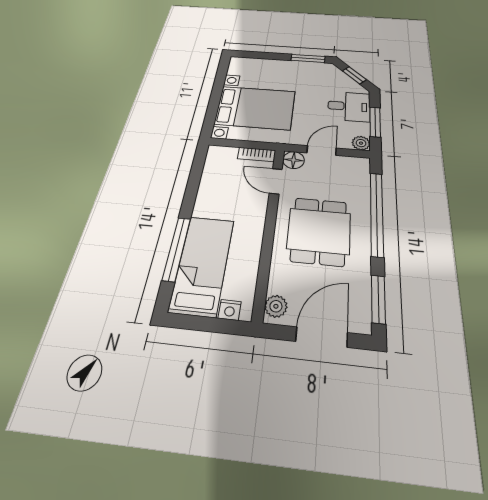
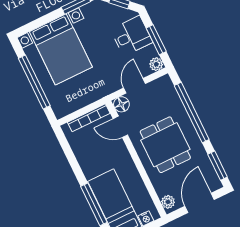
window: (216, 95) -> (34, 82), added
bed with nightstands: (255, 108) -> (61, 49), moved, turned 90
bookcase: (257, 154) -> (89, 118), width x1.56

